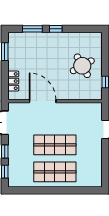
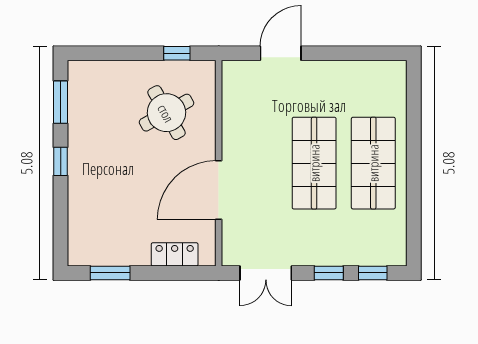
window: (32, 29) -> (61, 102), moved
round table: (82, 66) -> (166, 113), moved

